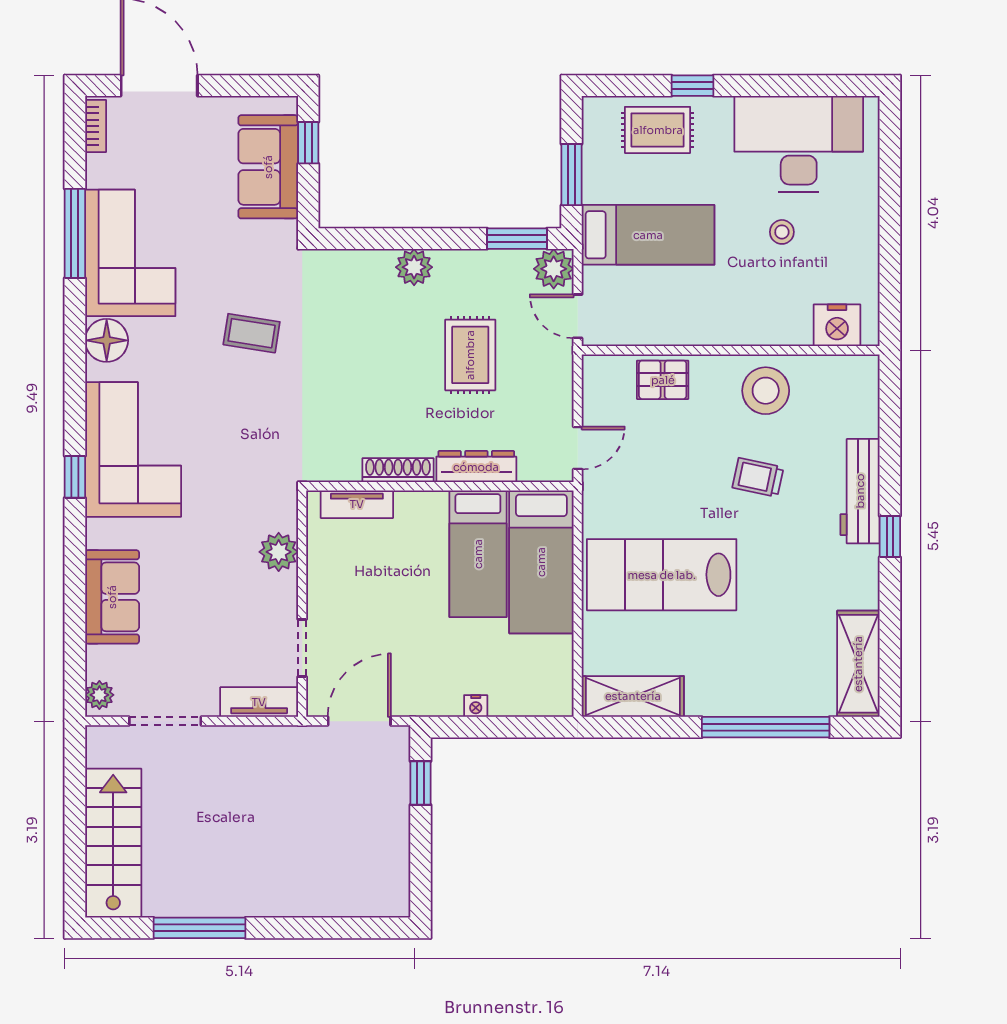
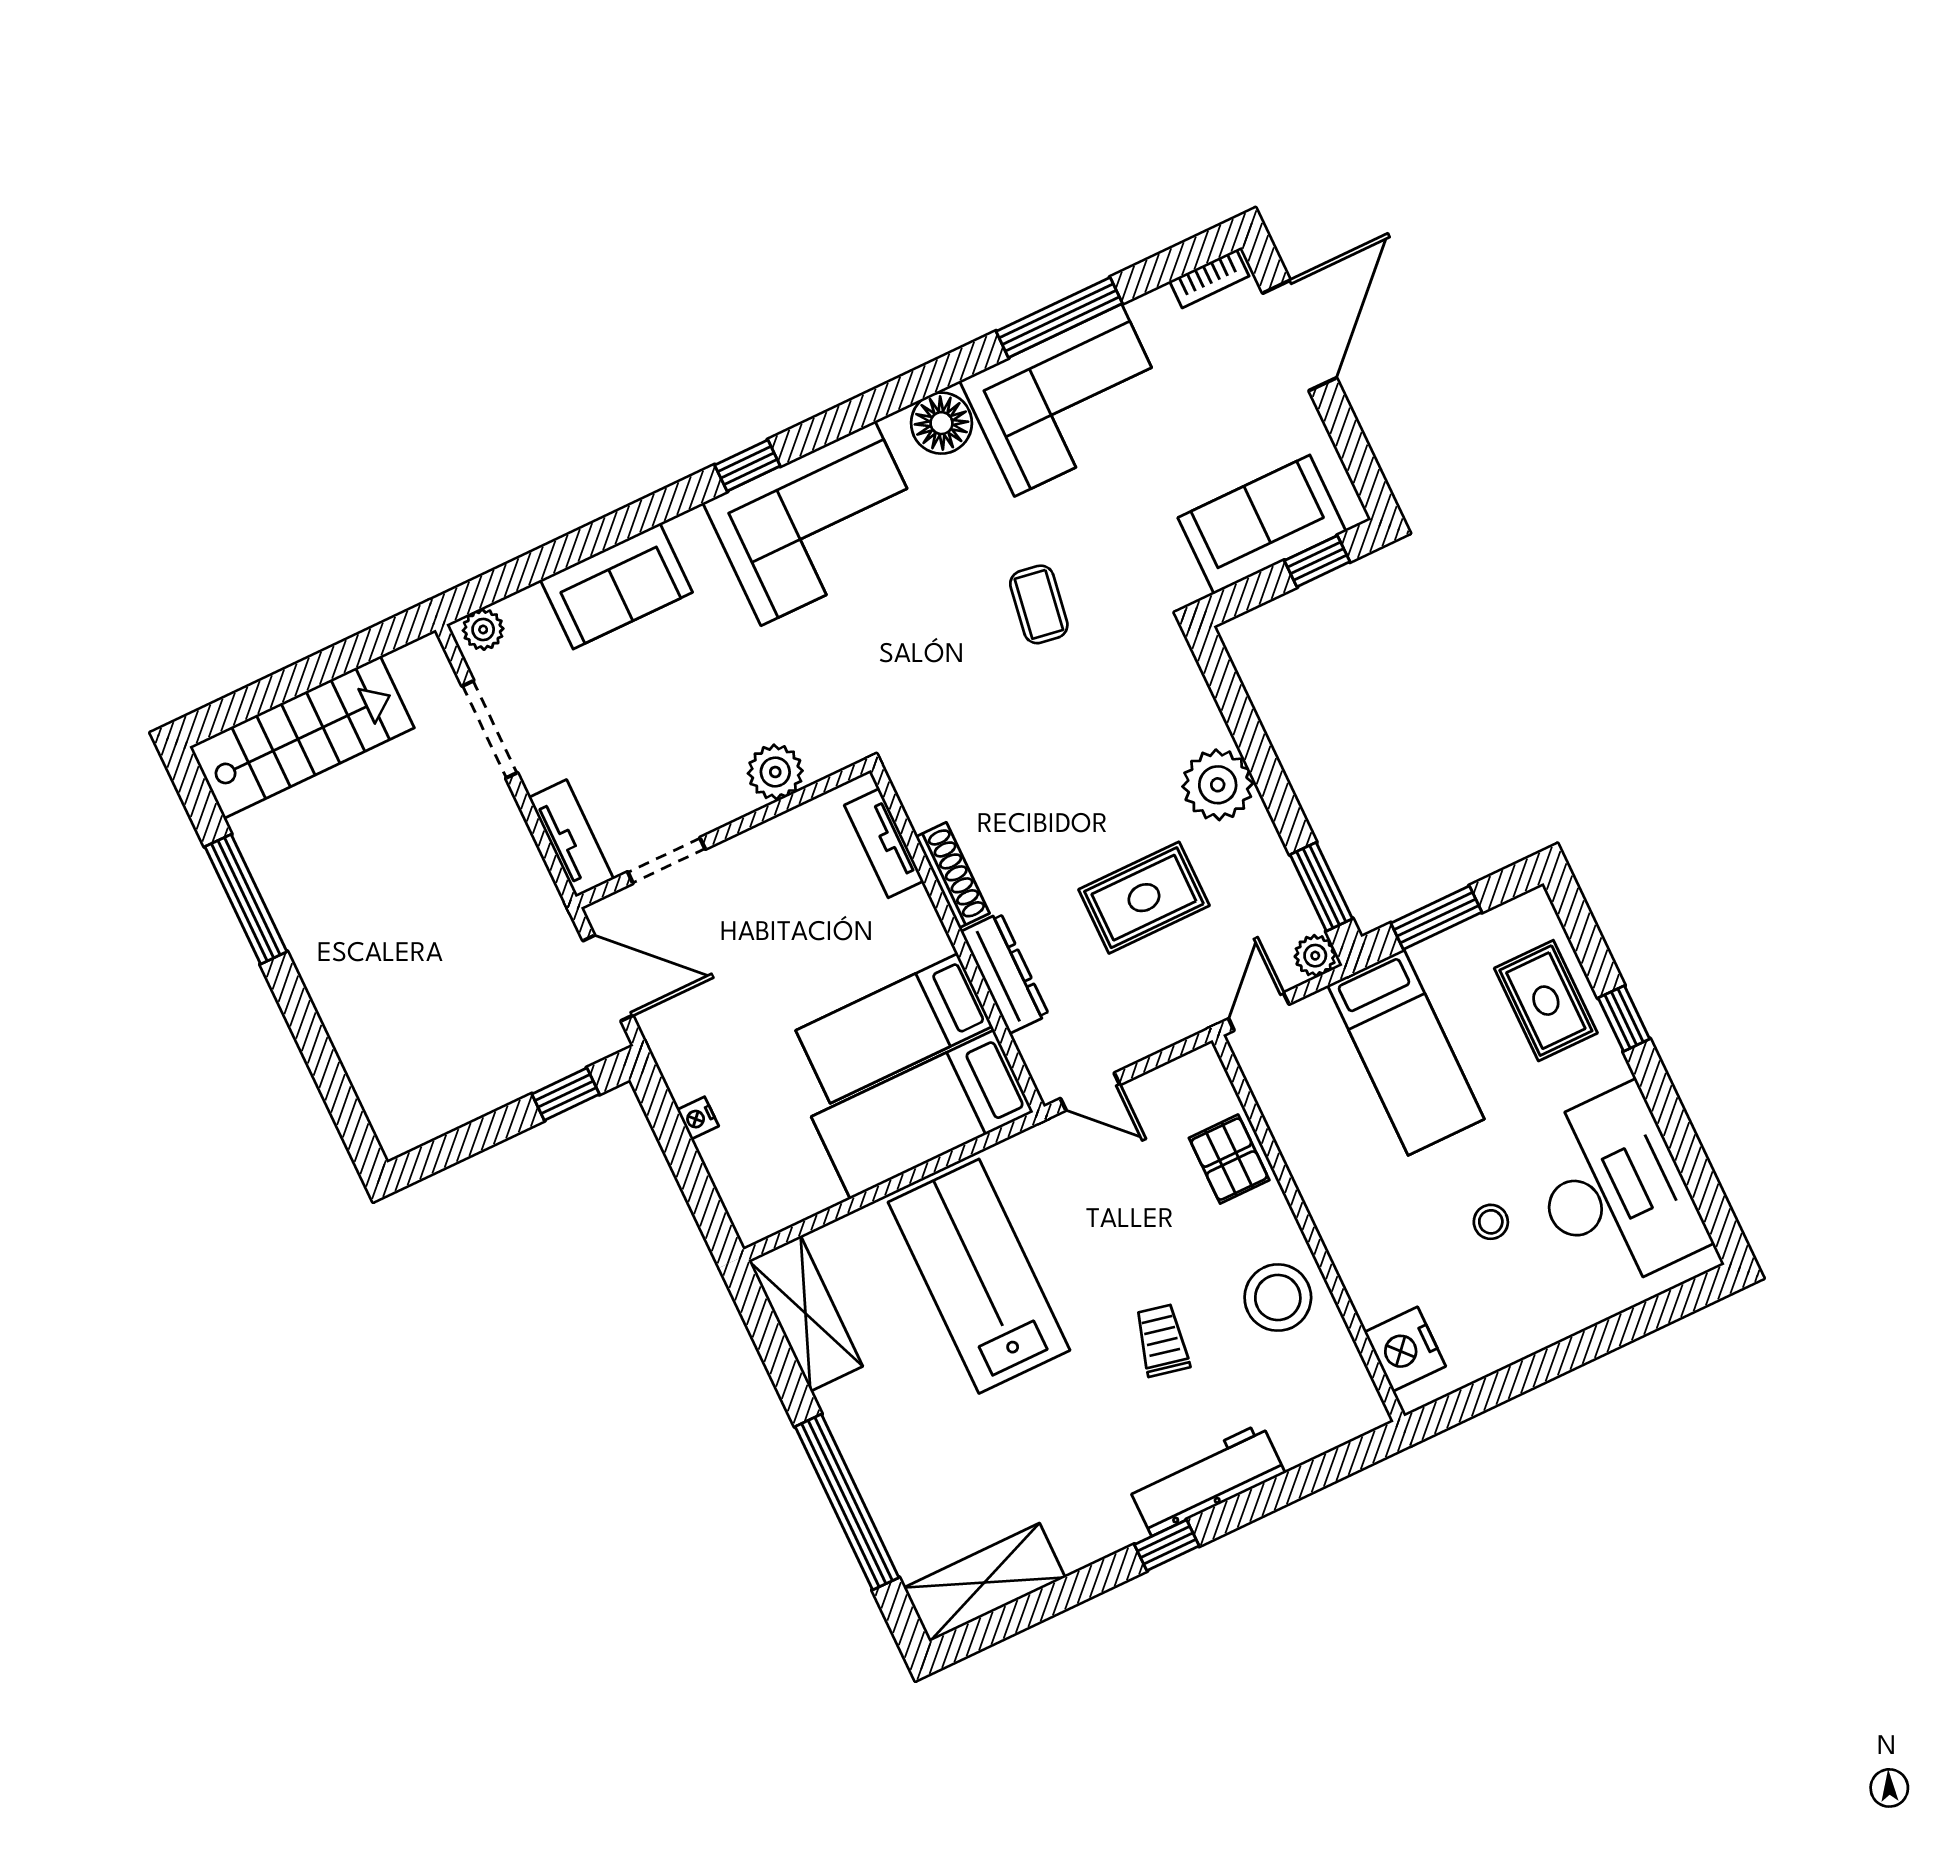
plant: (414, 267) -> (1218, 785), width x1.36, depth x1.36
plant: (554, 269) -> (1315, 956), width x0.73, depth x0.73

